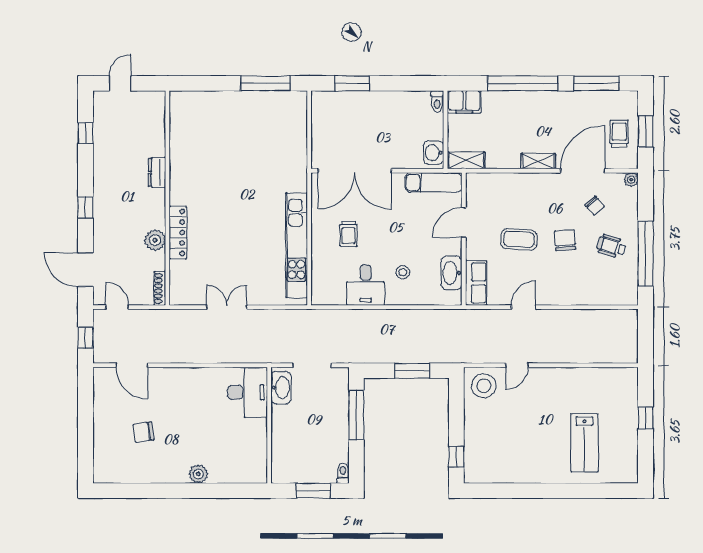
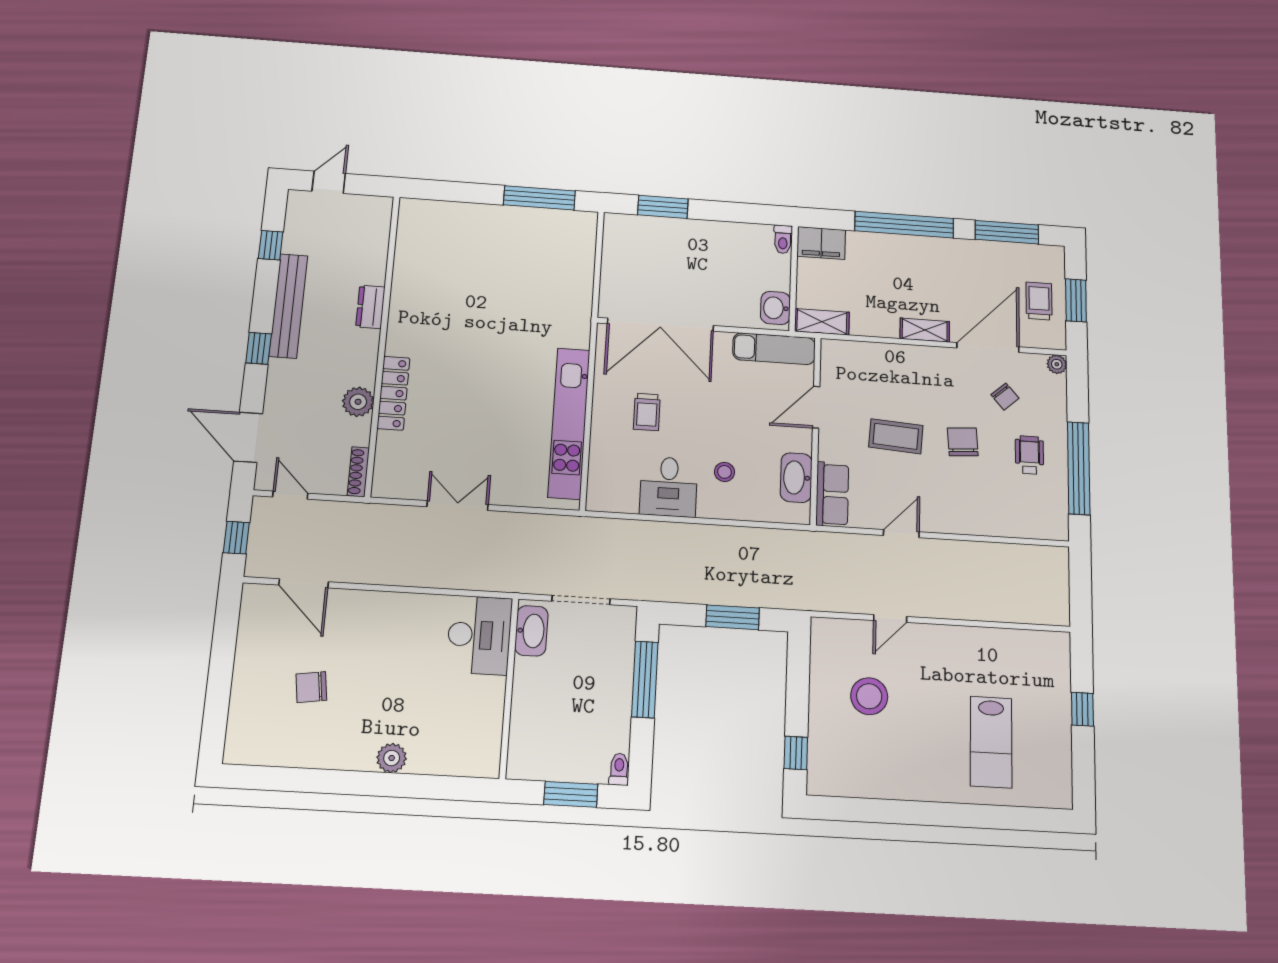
bench: (102, 176) -> (288, 306), added
wheelchair: (611, 246) -> (1029, 455), turned 73
stool: (484, 386) -> (869, 696), moved

